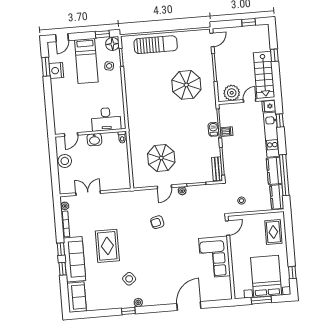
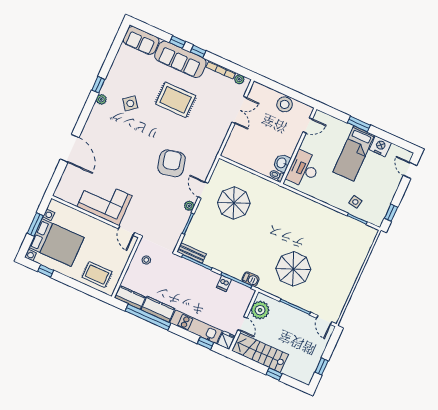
floor lamp: (112, 44) -> (376, 217), removed
sun lounger: (156, 45) -> (351, 261), removed
bed: (86, 61) -> (354, 153), moved, turned -90
window: (46, 67) -> (359, 124), moved
barbecue: (213, 129) -> (251, 279), moved
door: (71, 134) -> (308, 125), swing flipped
washbasin: (94, 140) -> (282, 163), moved
armchair: (157, 222) -> (172, 163), width x1.88, depth x1.88

